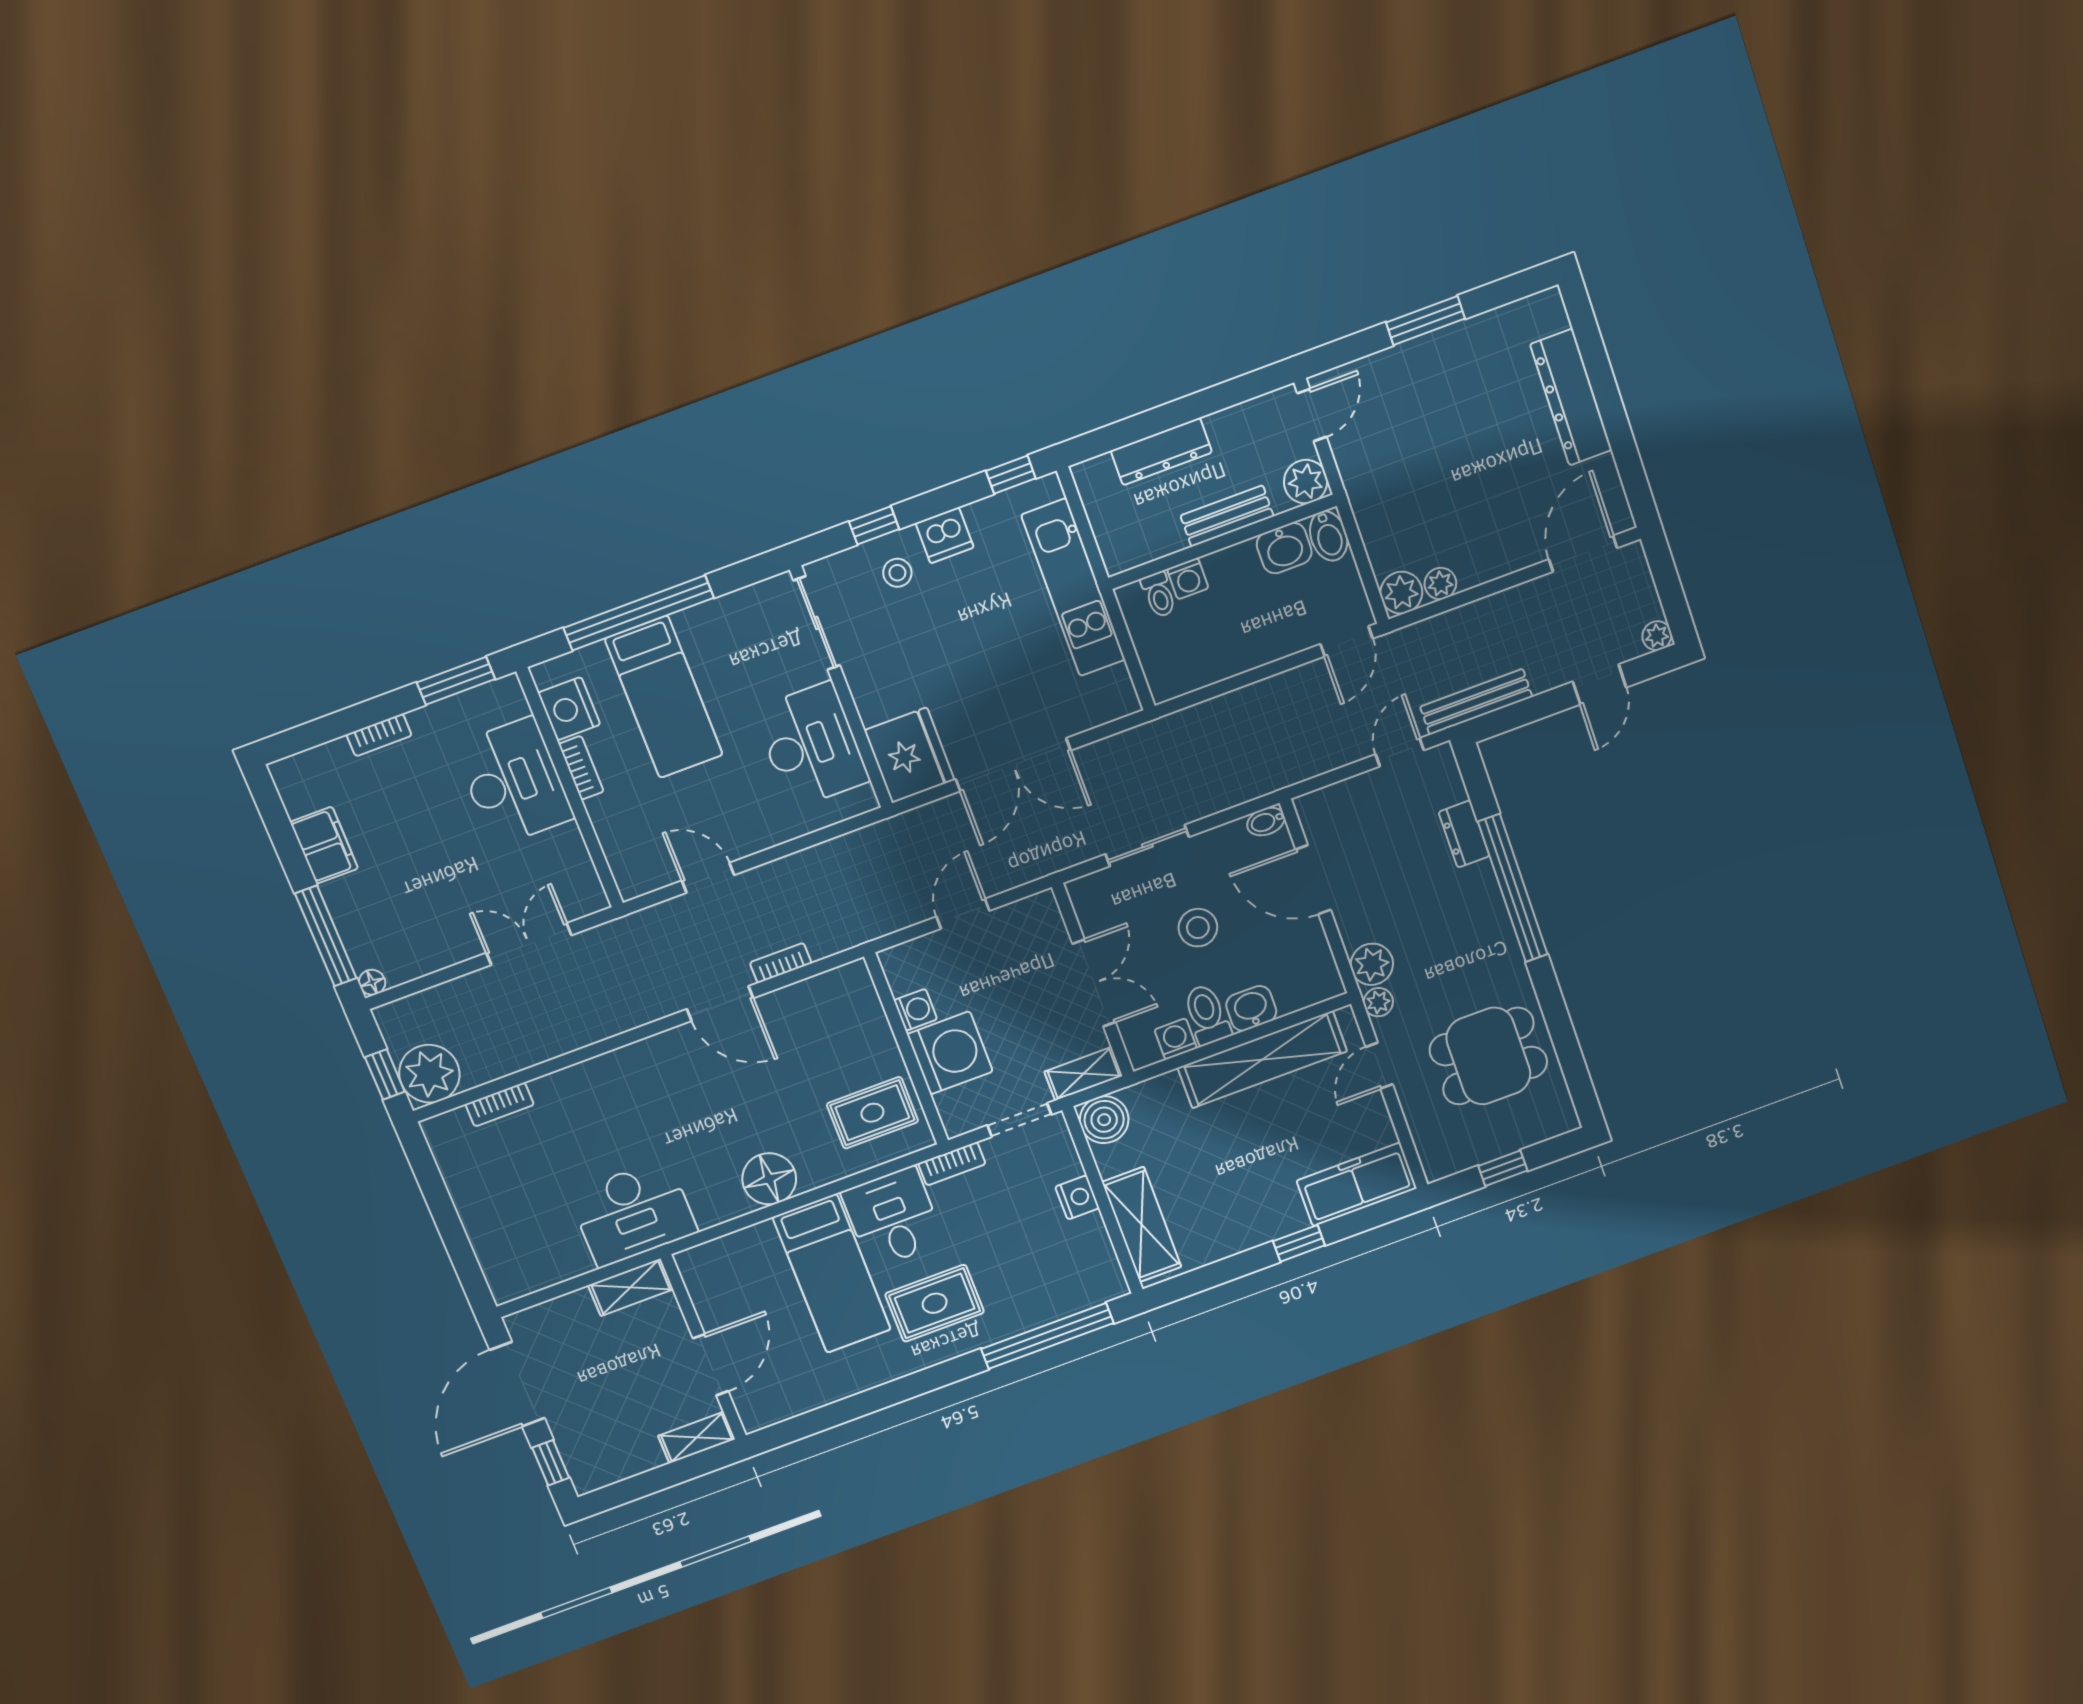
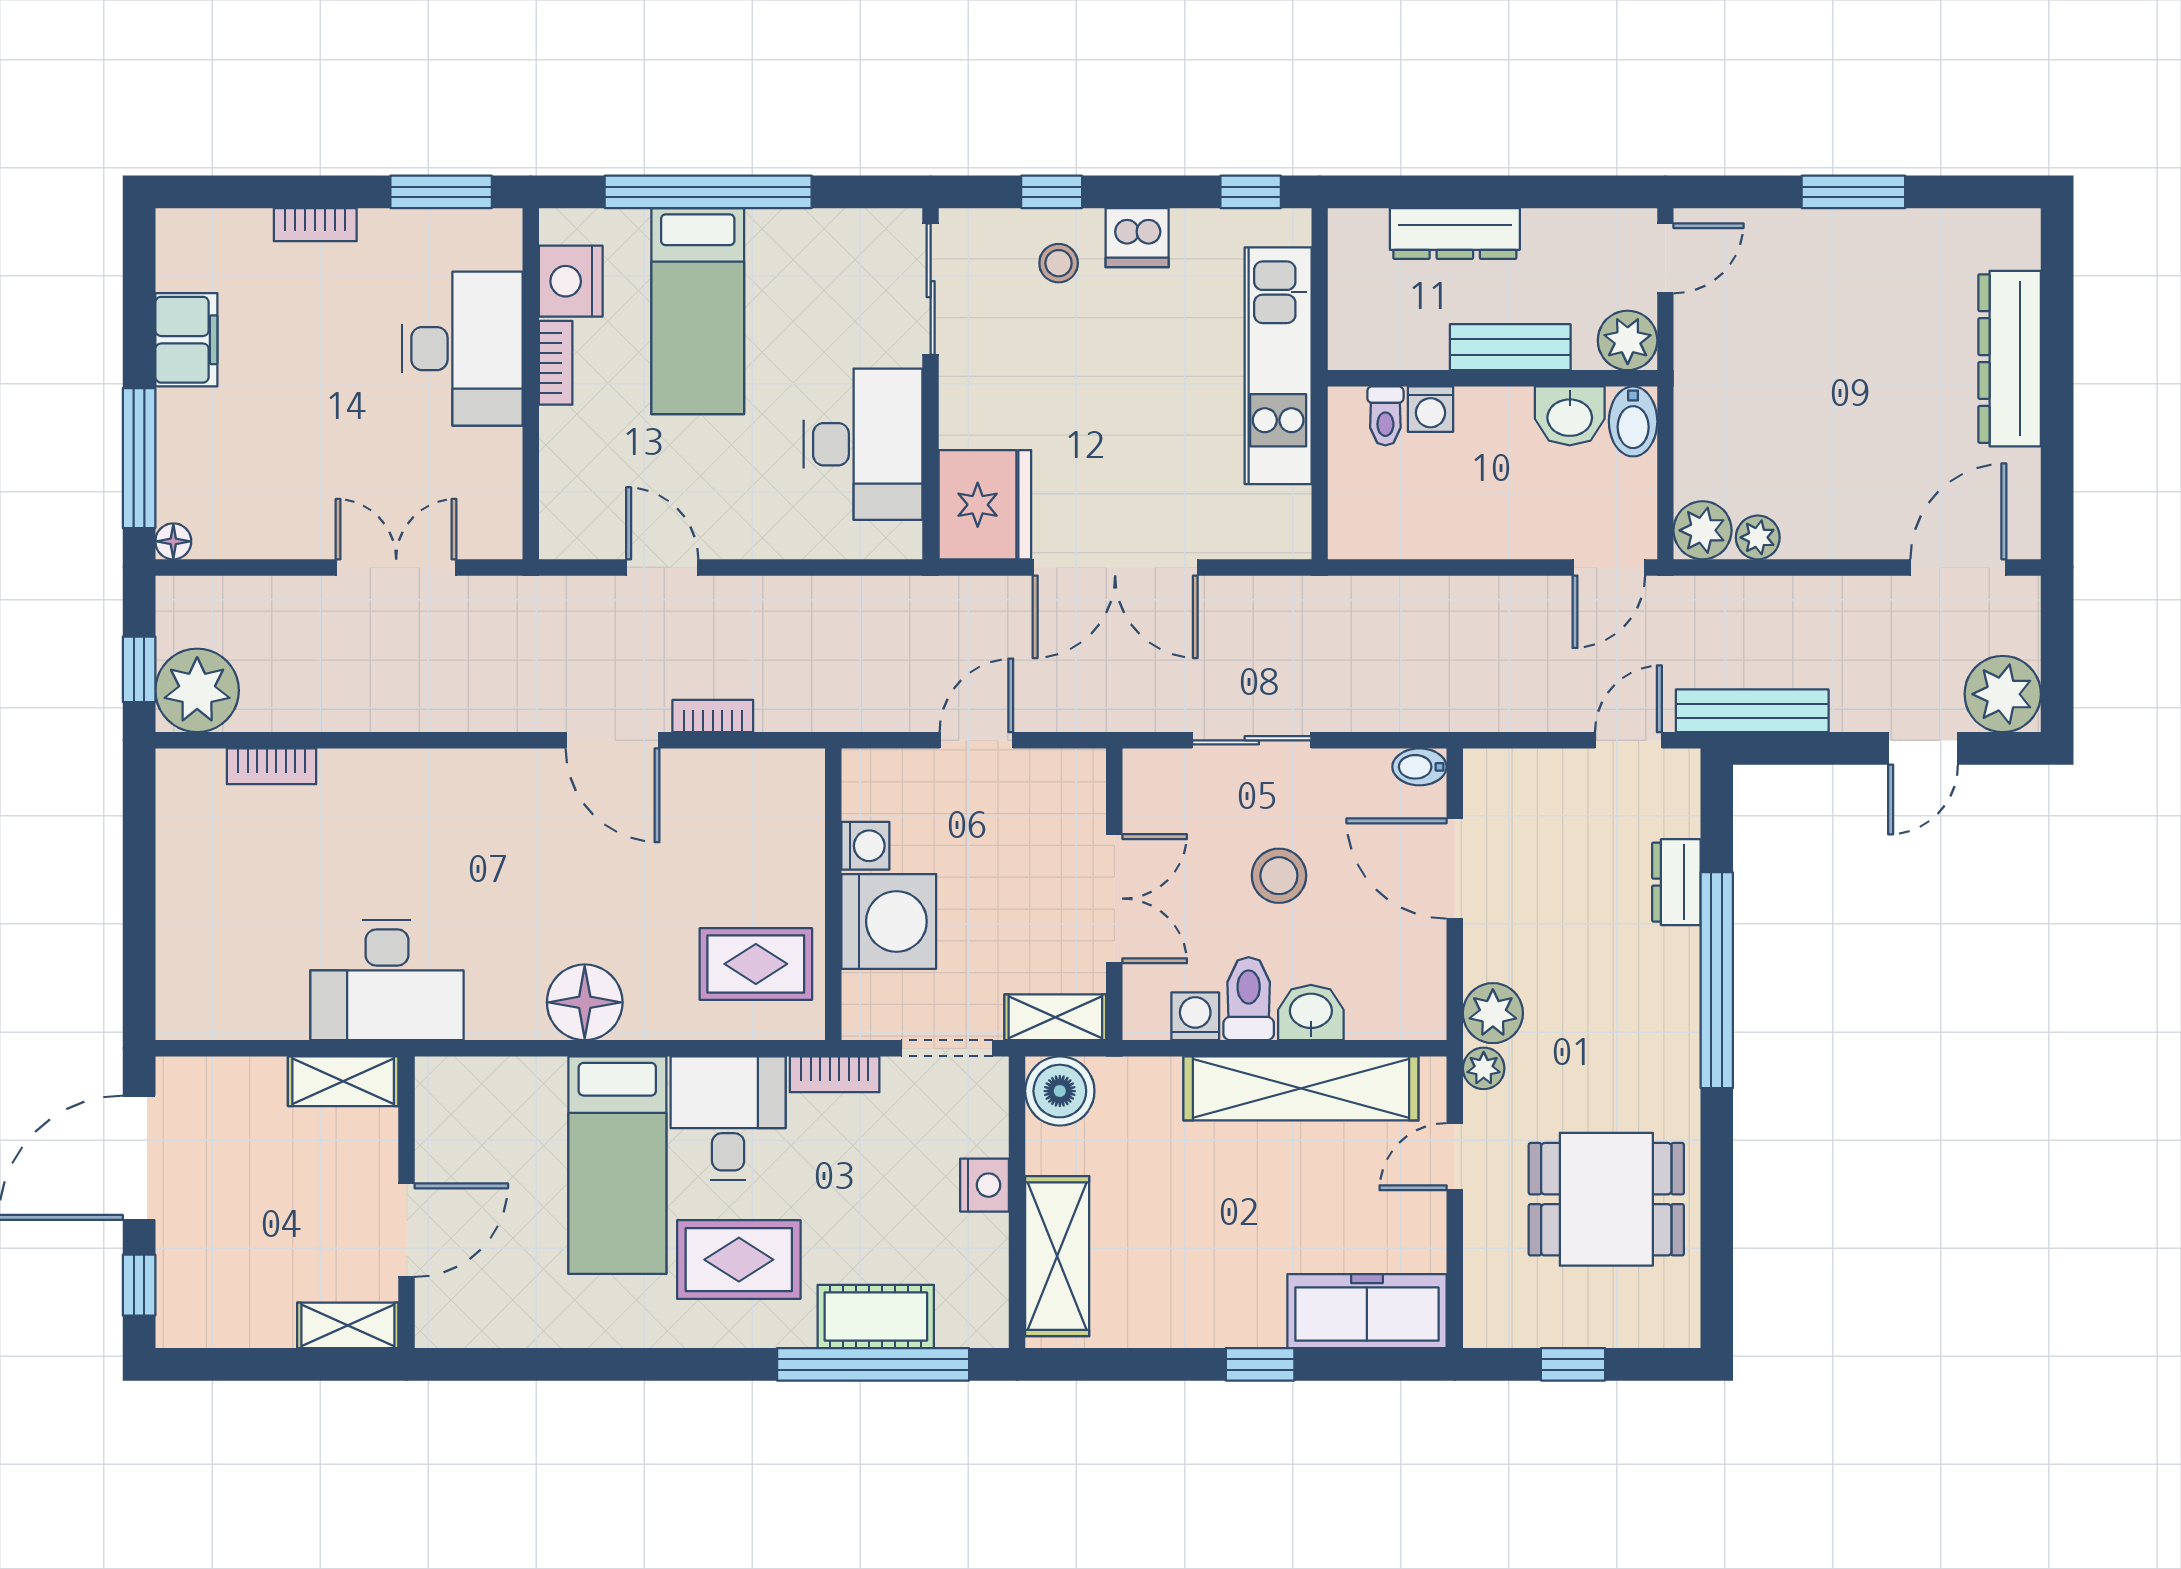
plant: (1657, 636) -> (2003, 694), width x1.87, depth x1.87
cot: (1038, 1306) -> (876, 1316), added

